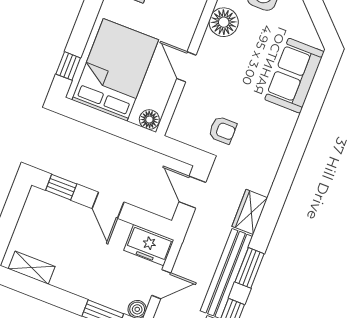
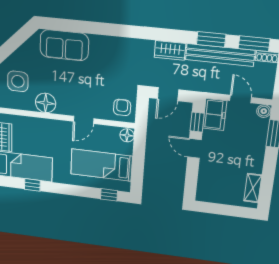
bed: (115, 70) -> (101, 165), width x0.67
armchair: (223, 130) -> (122, 108), moved
window: (61, 187) -> (197, 122), moved
door: (108, 205) -> (194, 148), swing flipped

